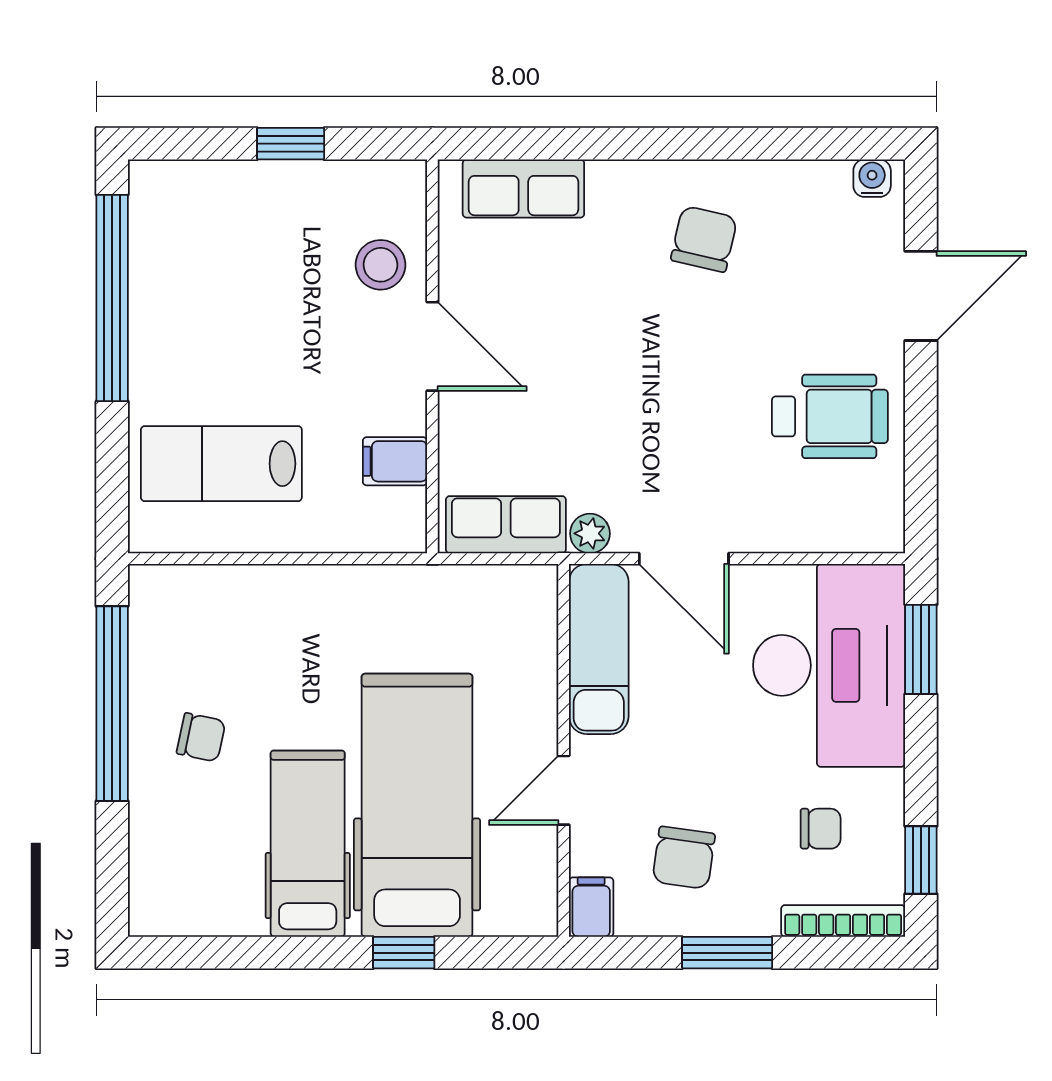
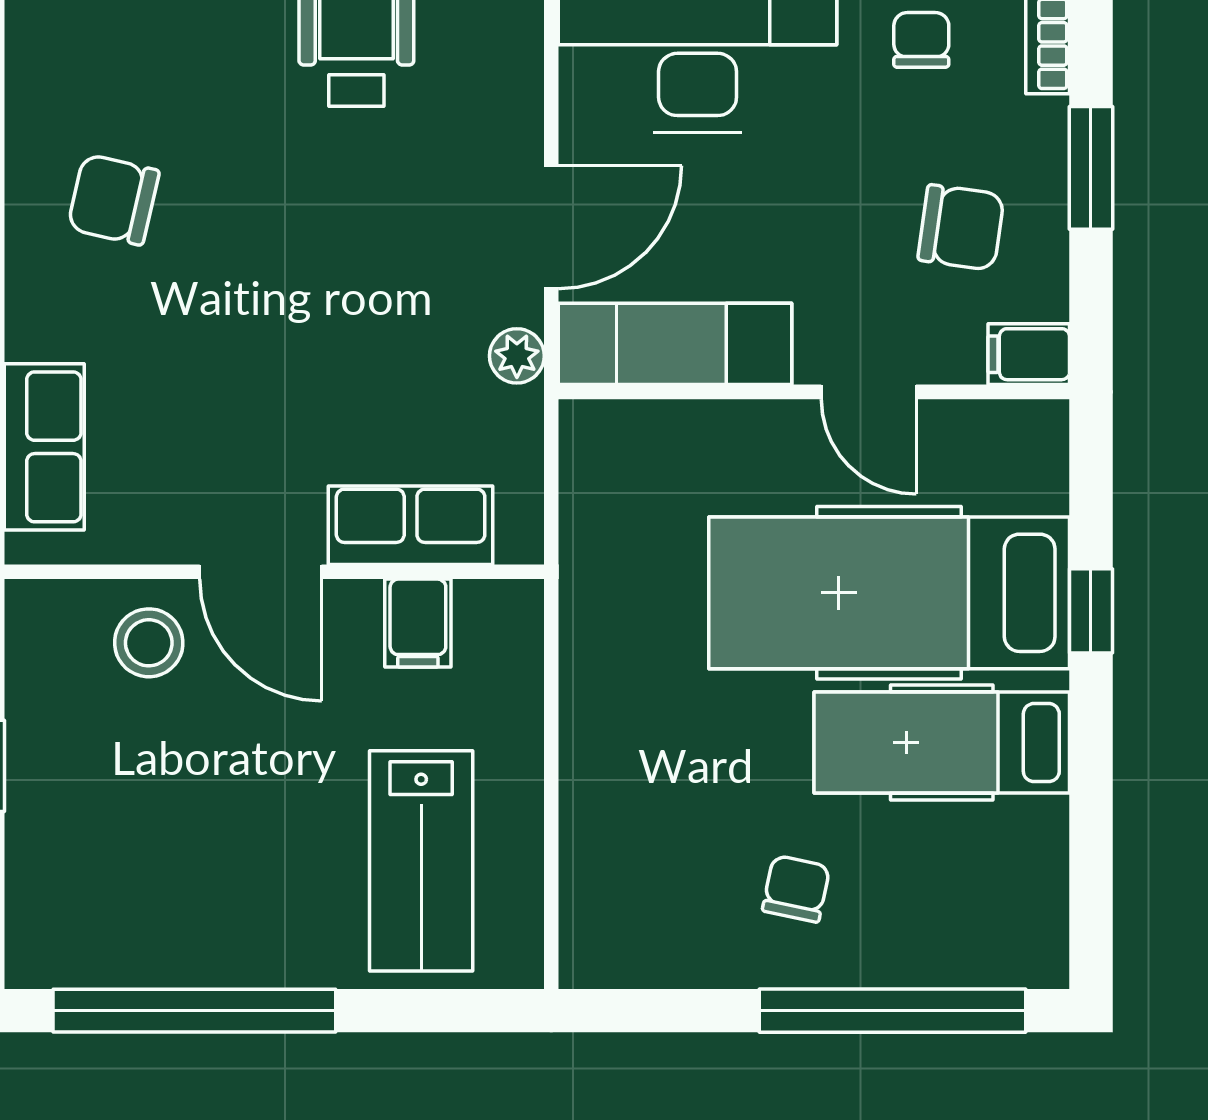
door: (432, 346) -> (261, 572), swing flipped
row of seats: (506, 525) -> (411, 525), moved, turned 90
window: (112, 704) -> (893, 1011), moved

